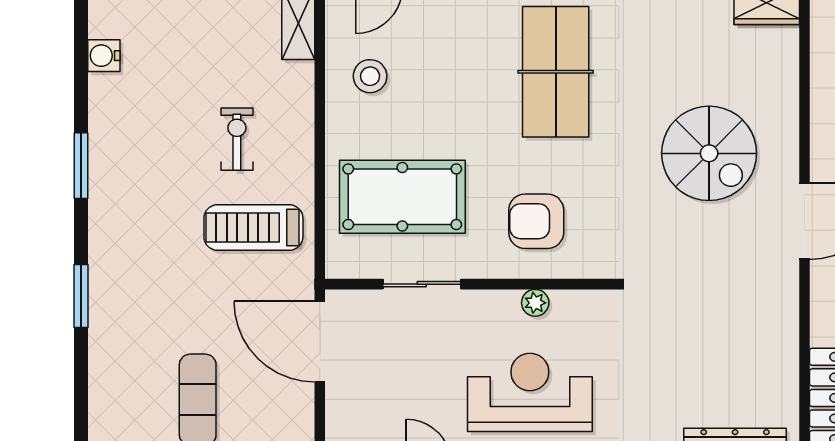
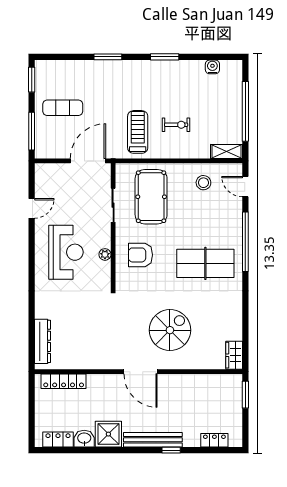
spiral stairs: (709, 153) -> (170, 330), turned 180
armchair: (536, 221) -> (140, 255), turned -90

